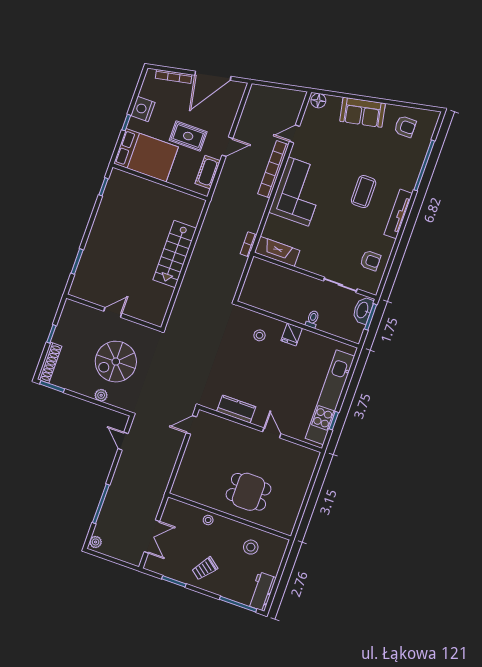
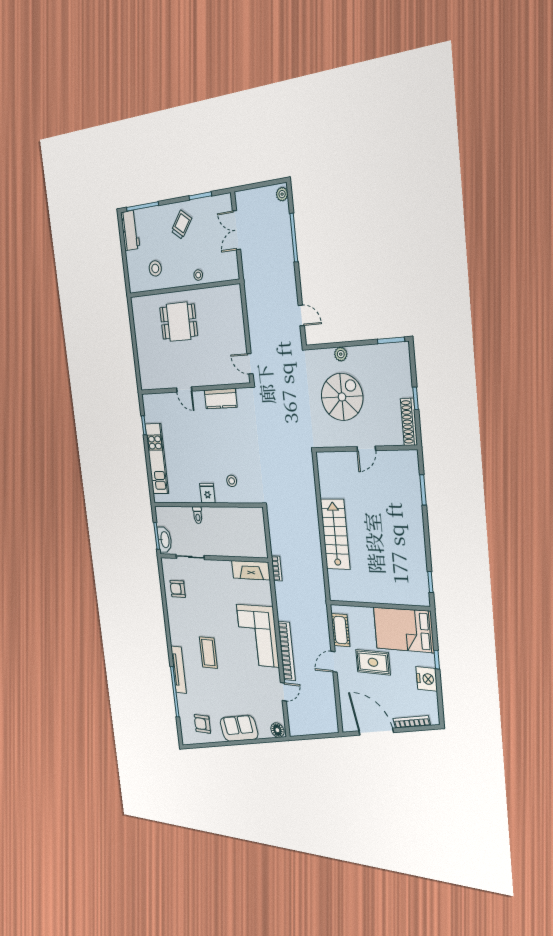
door: (213, 76) -> (376, 732), hinge flipped
tv unit: (398, 214) -> (179, 670), moved
shoe rack: (50, 363) -> (409, 422), moved
kitchen unit: (330, 397) -> (157, 459), width x0.73
door: (191, 425) -> (250, 364), swing flipped

